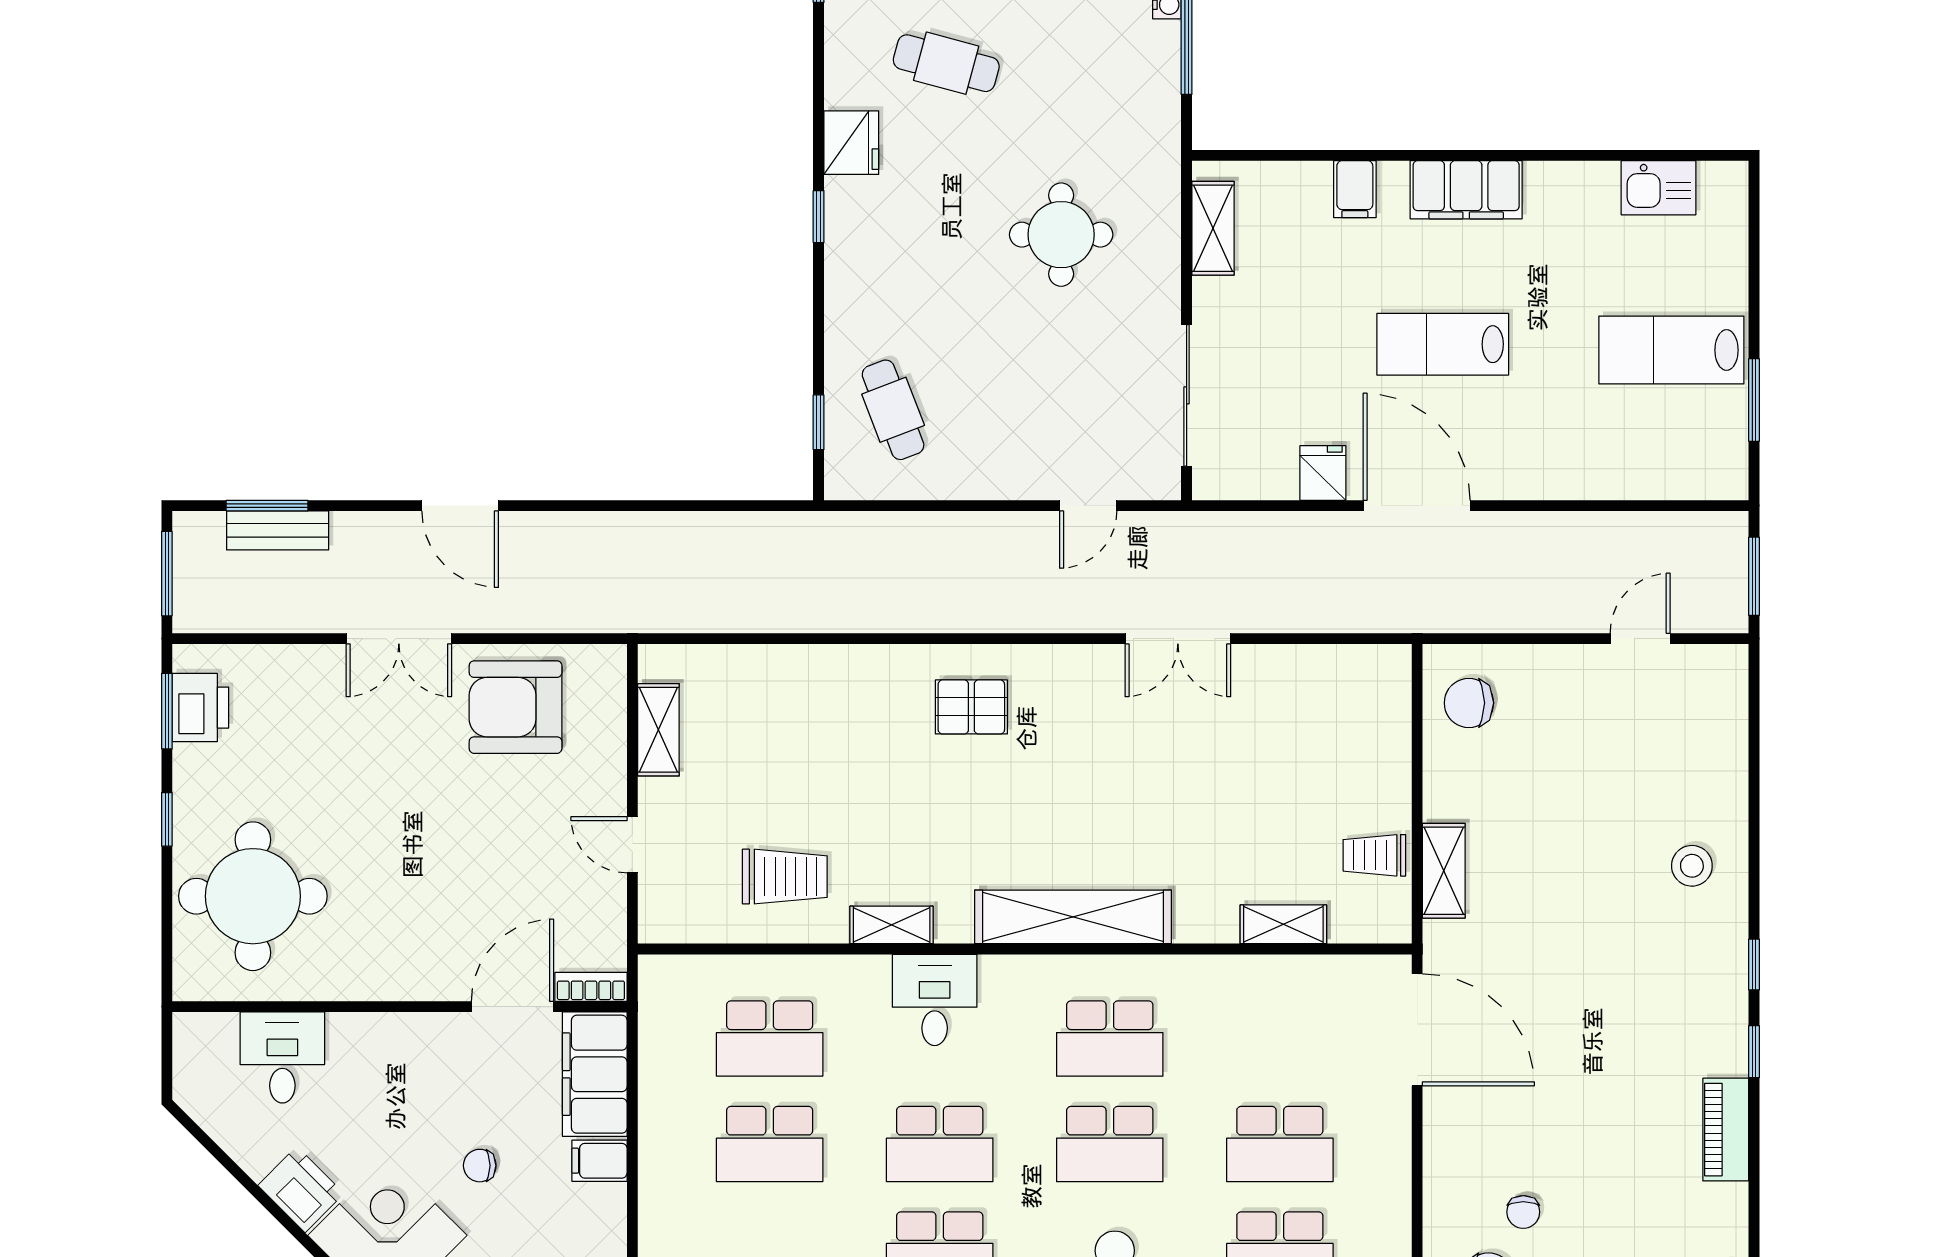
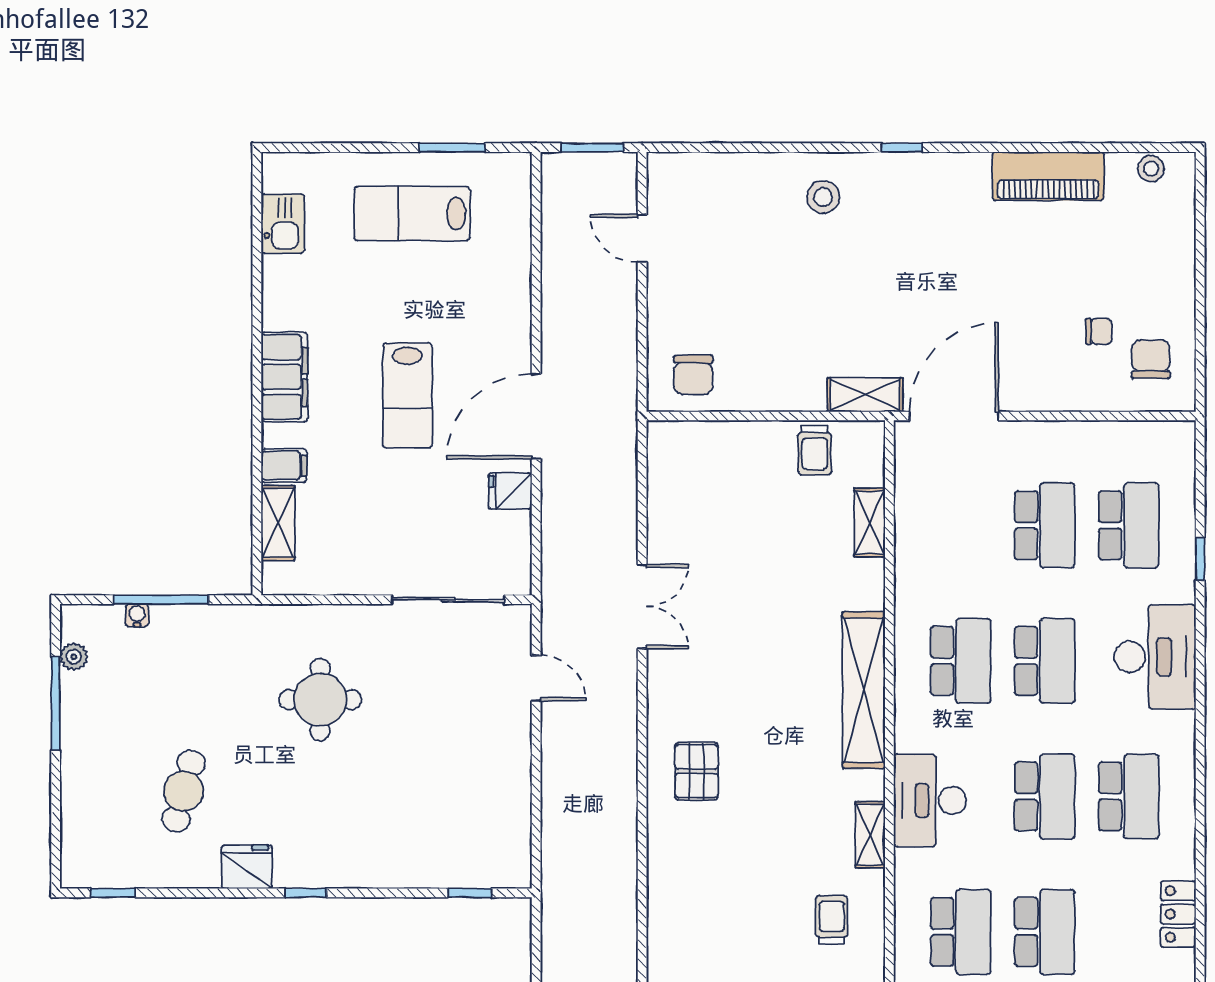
shelving: (1213, 228) -> (278, 523), moved, turned 90
lab bench: (1671, 350) -> (412, 213), turned 90
cafe table: (893, 410) -> (460, 834), removed
shelving: (1444, 871) -> (865, 395), moved
trolley: (785, 877) -> (832, 920), width x0.73, depth x0.72
desk: (935, 1000) -> (930, 800), width x1.37
window: (1754, 1052) -> (971, 148), removed
piano: (1726, 1130) -> (1048, 176), width x1.37, depth x1.33

